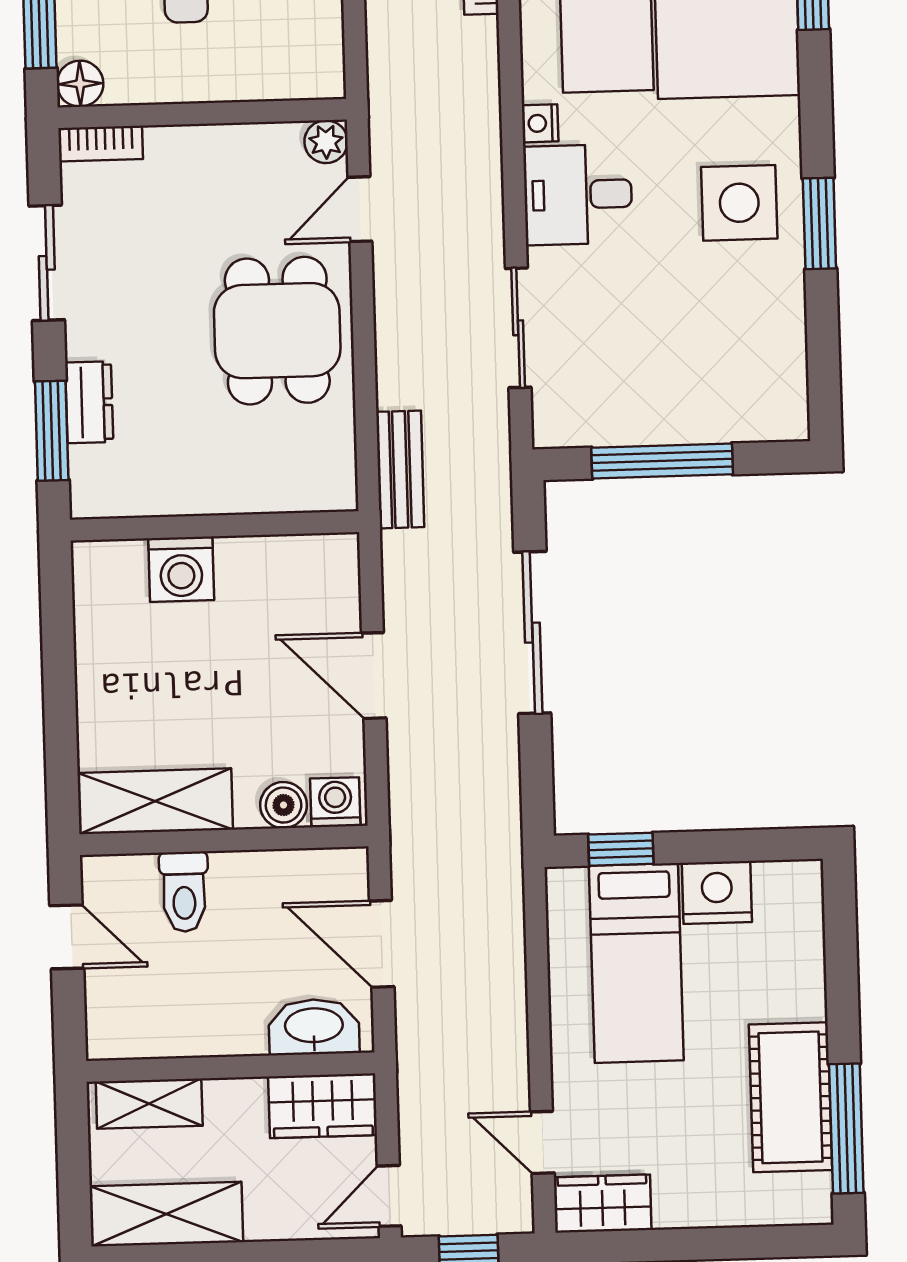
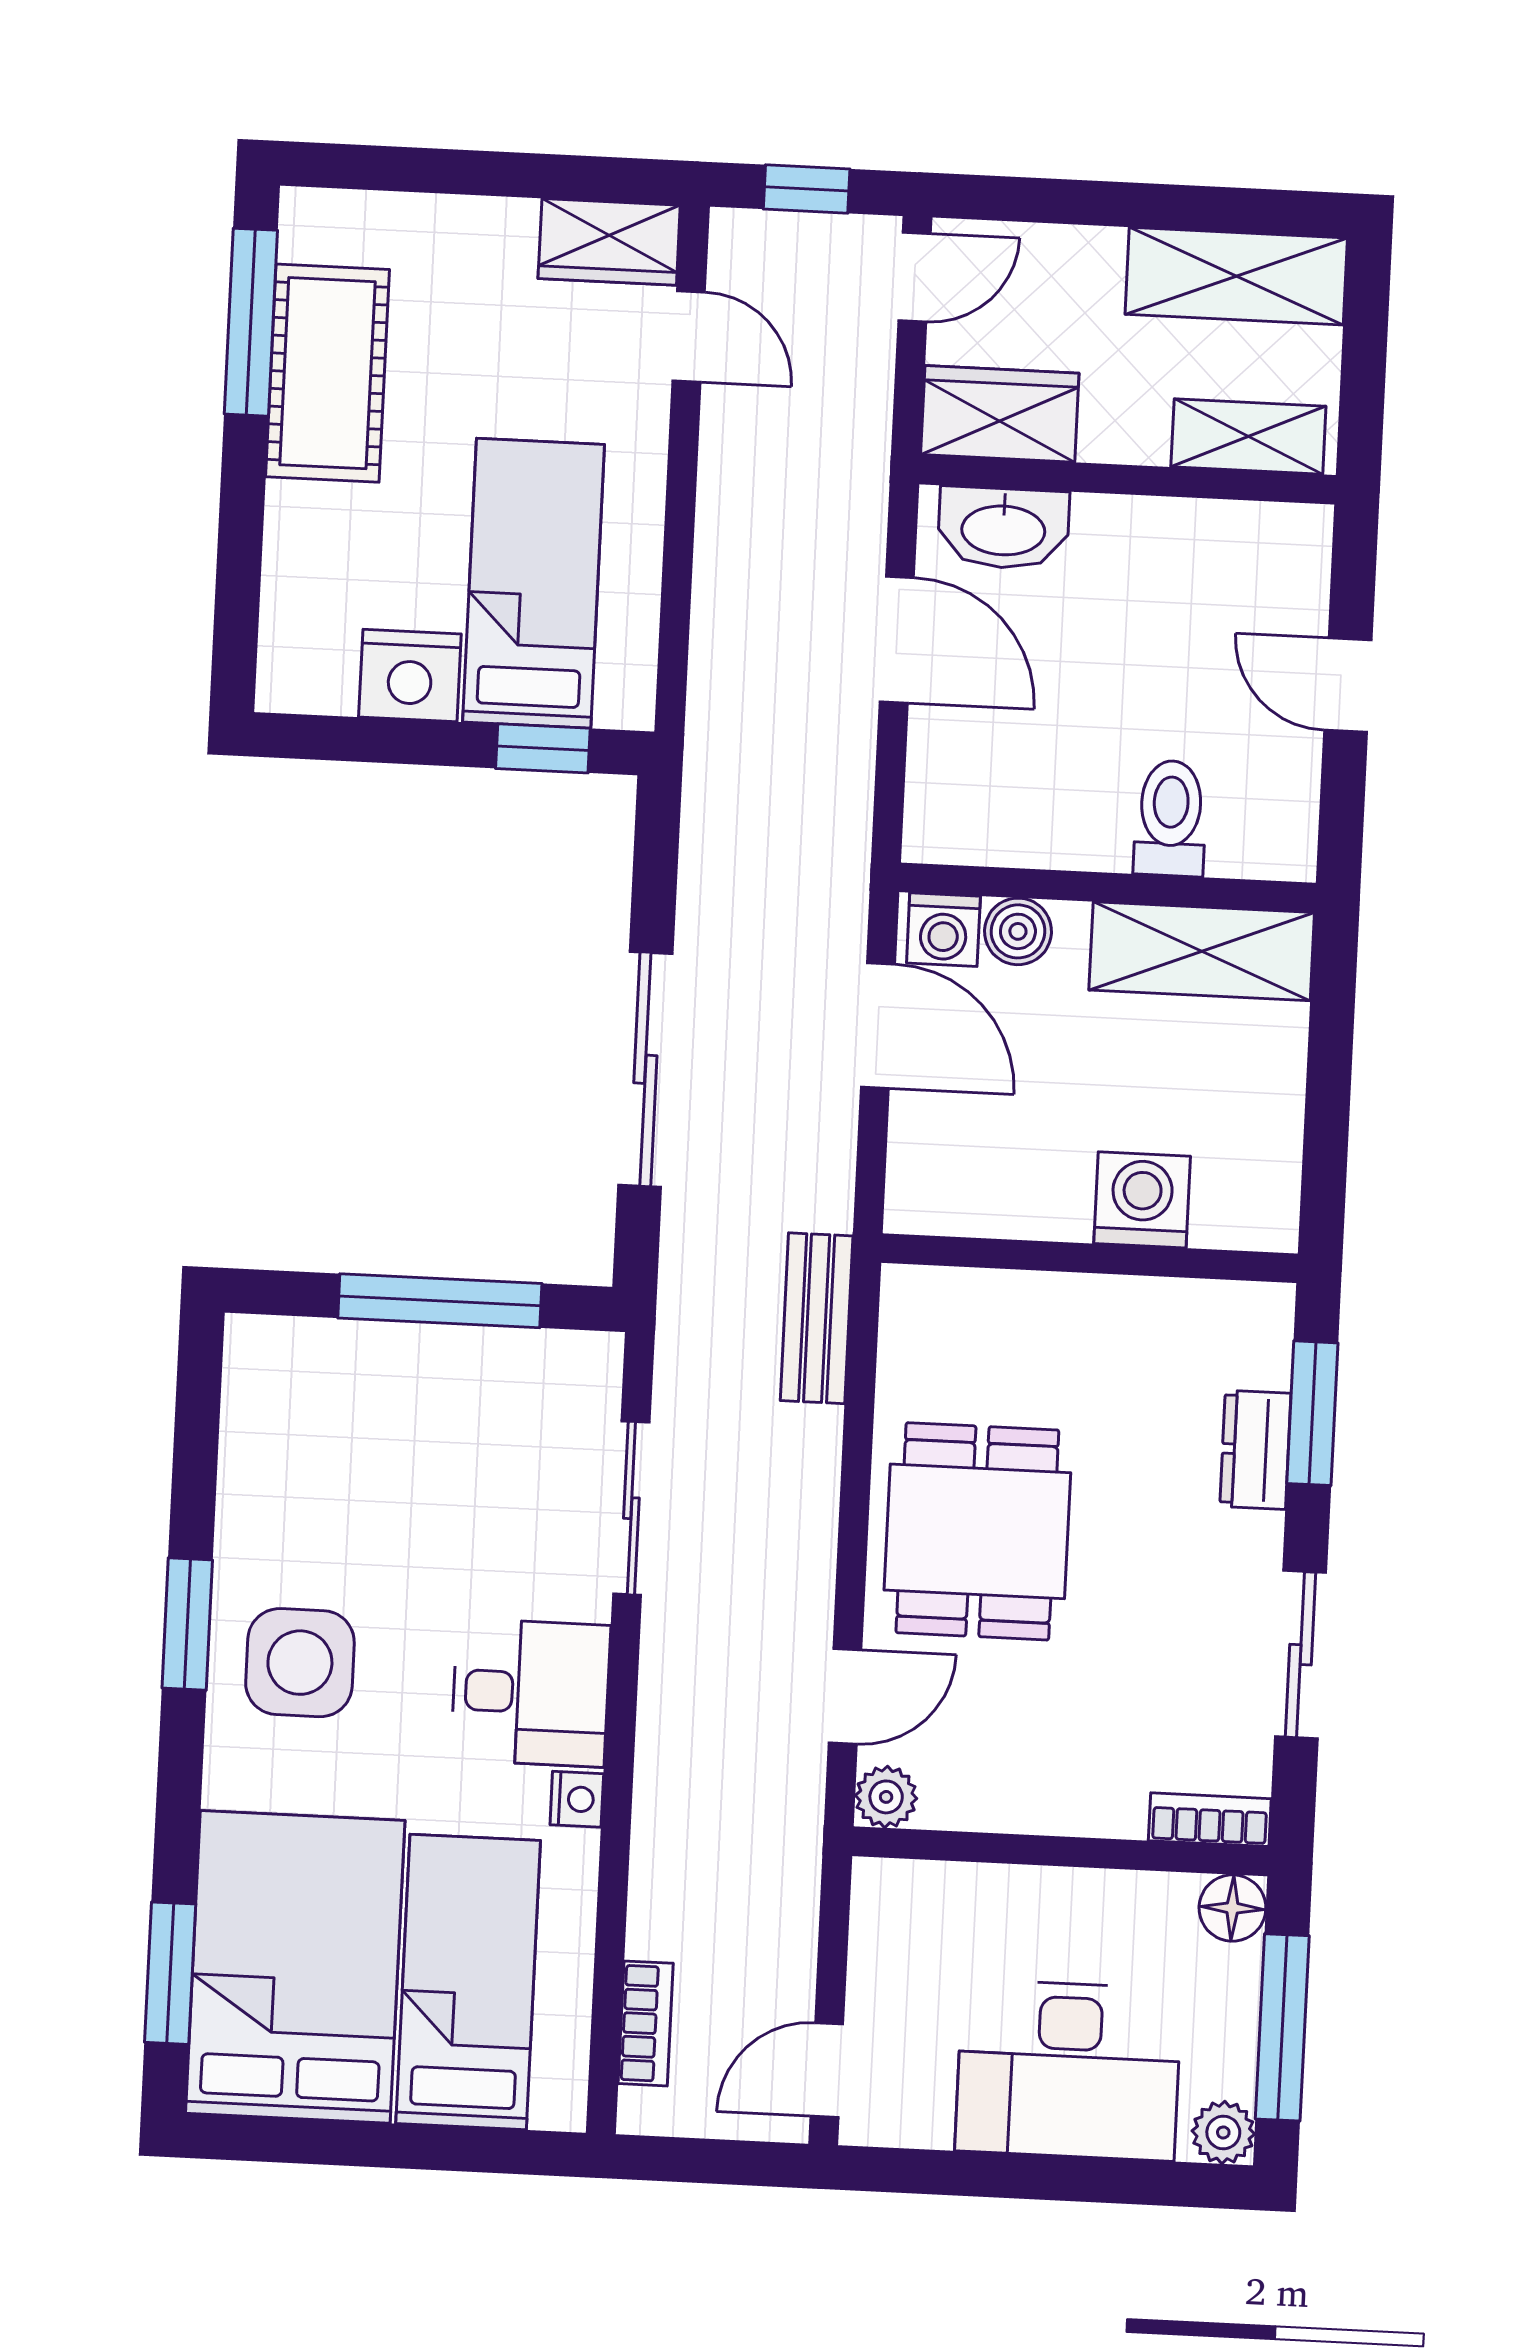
shelving: (155, 801) -> (1202, 951), moved
washing machine: (335, 802) -> (943, 930), moved
boiler: (284, 805) -> (1018, 931), moved
wall: (224, 840) -> (1108, 887), moved
toilet: (184, 892) -> (1170, 818), moved

